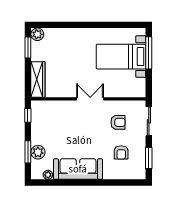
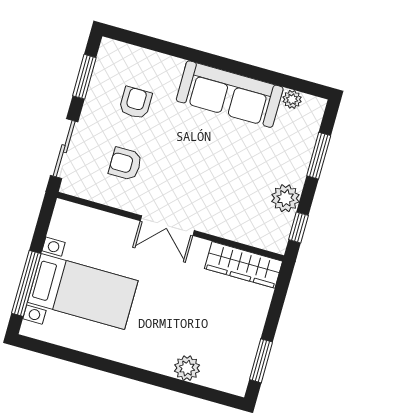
plant: (37, 34) -> (187, 368), moved
wardrobe: (38, 79) -> (243, 265), moved, turned -90
plant: (38, 152) -> (285, 198), moved

